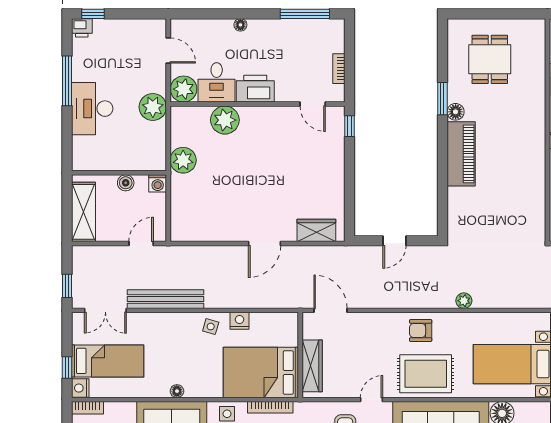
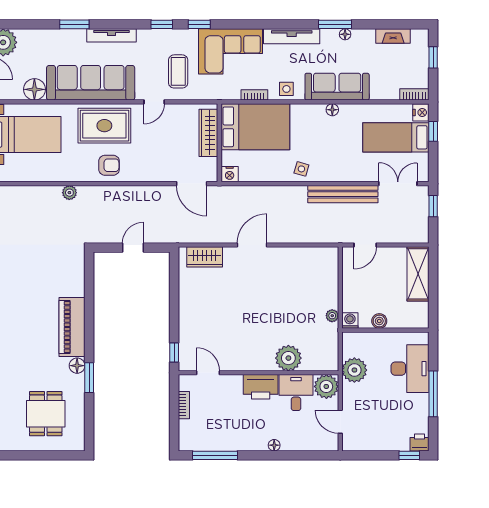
plant: (183, 160) -> (332, 316), width x0.53, depth x0.53
wall: (119, 173) -> (385, 330), moved
boiler: (126, 183) -> (379, 321), moved
washing machine: (158, 183) -> (350, 320), moved
nightstand: (240, 321) -> (230, 174), moved
bookcase: (270, 407) -> (254, 95), width x0.64

